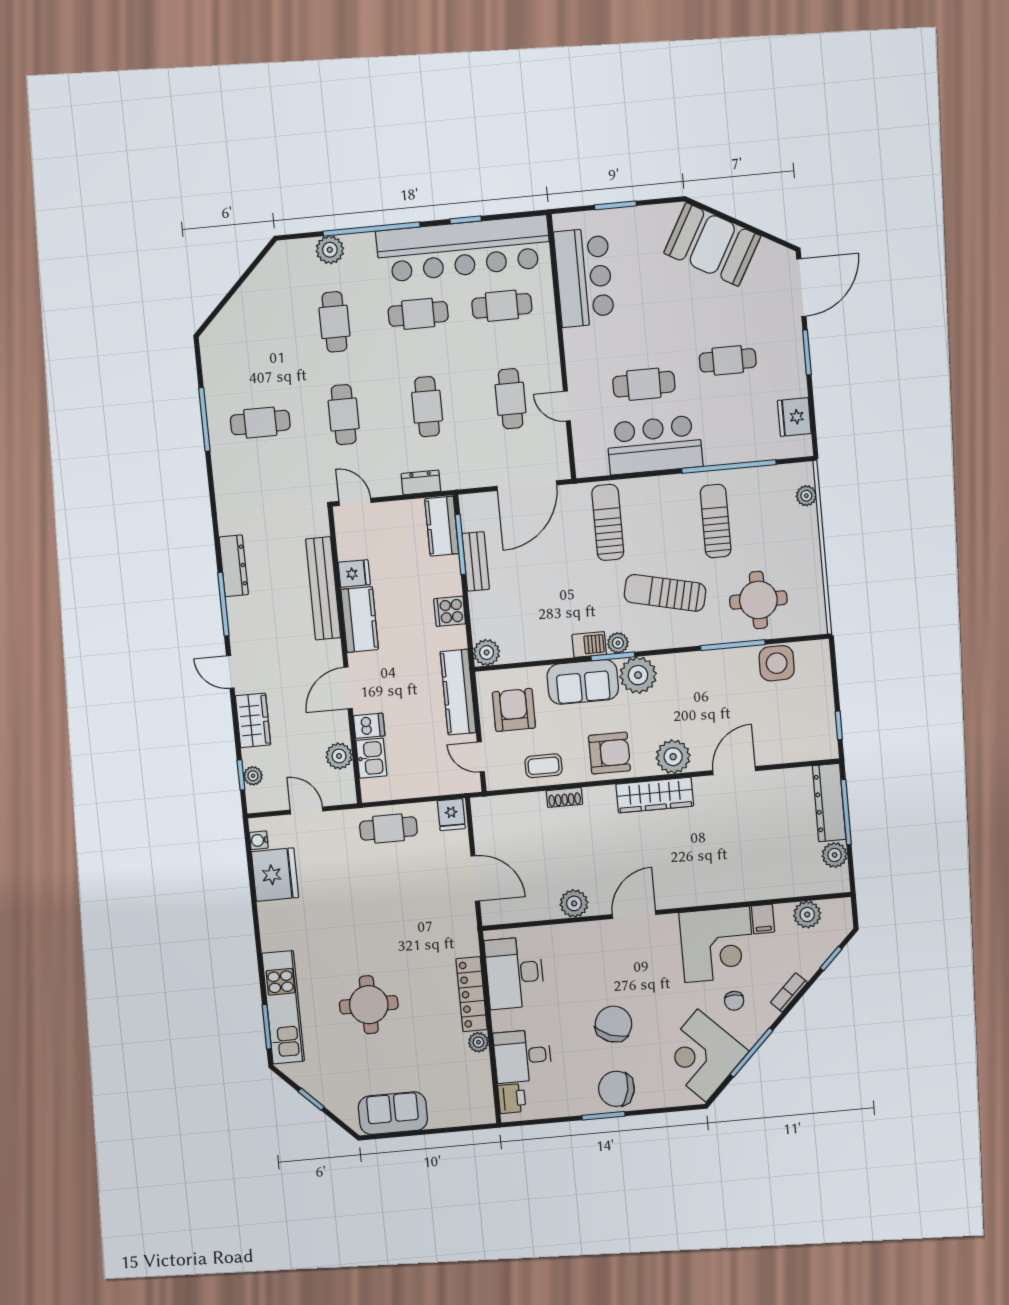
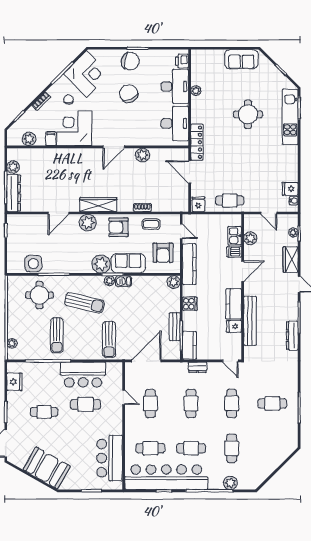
fridge: (275, 875) -> (290, 189), width x0.53, depth x0.75
locker: (472, 994) -> (197, 142), moved
chair: (613, 1024) -> (129, 93), turned 134
desk: (522, 1056) -> (175, 86), width x1.37

